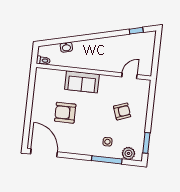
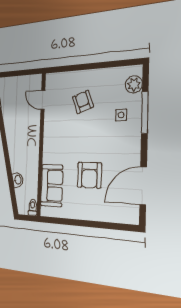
sofa: (82, 82) -> (52, 186), moved
window: (146, 143) -> (118, 64), removed
door: (44, 153) -> (143, 186), moved

